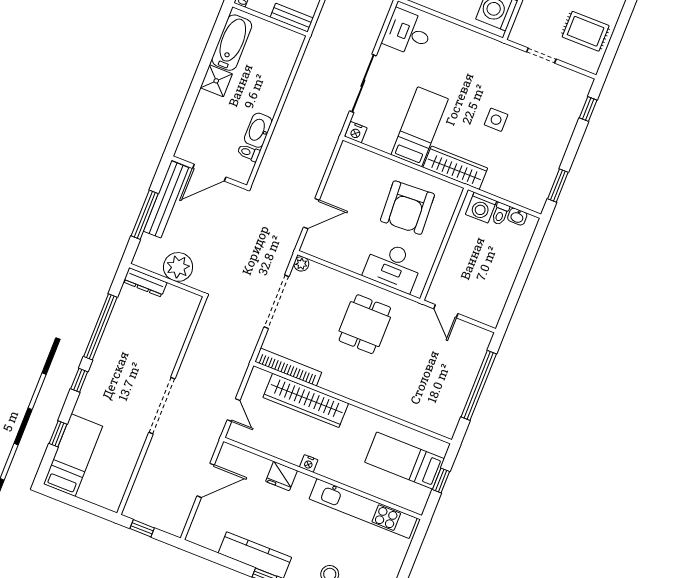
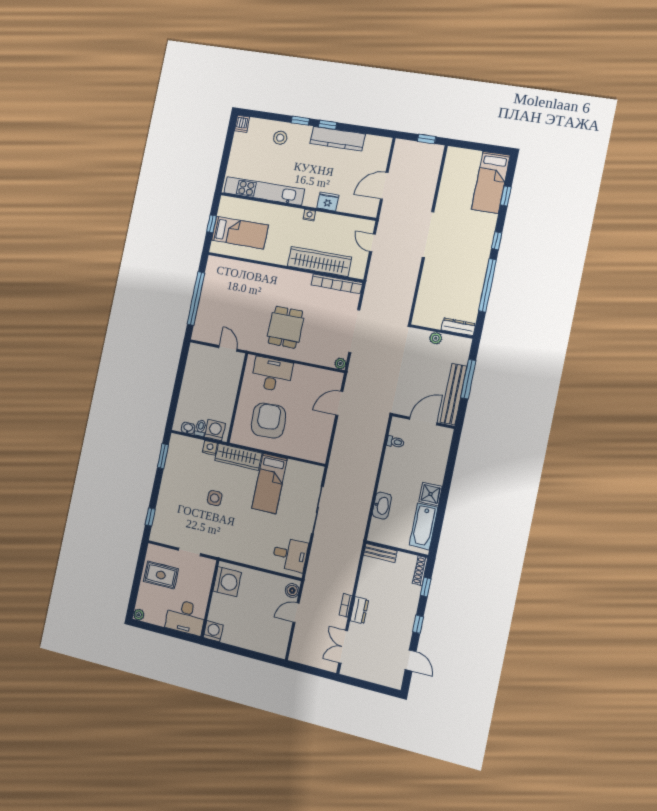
washbasin: (258, 130) -> (382, 506), moved
nightstand: (356, 132) -> (210, 448), moved
plant: (178, 267) -> (436, 338), width x0.53, depth x0.53

